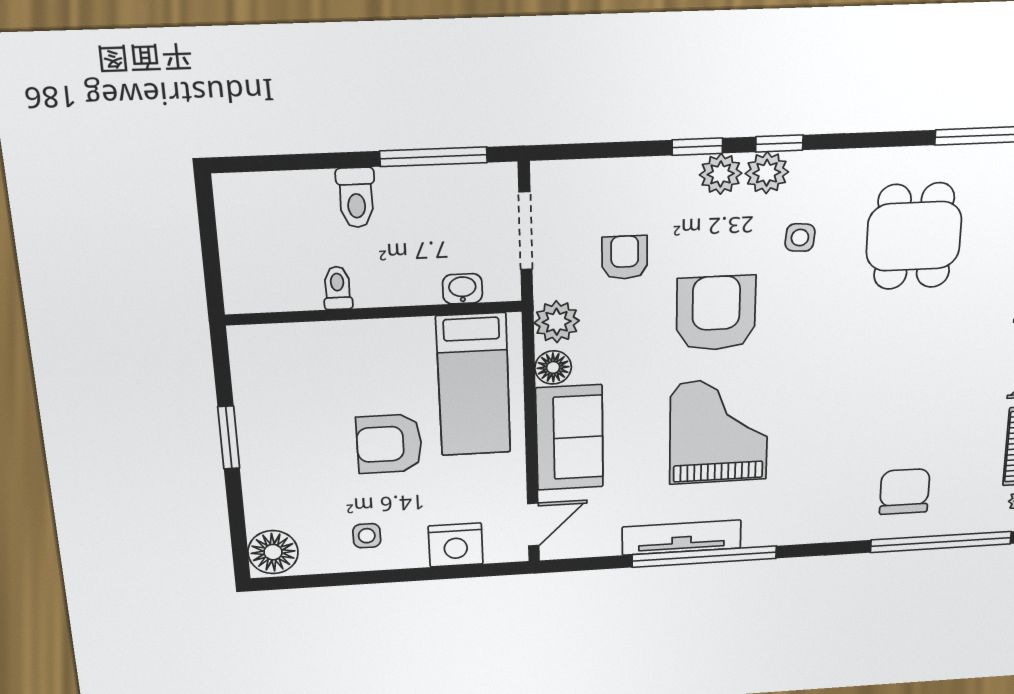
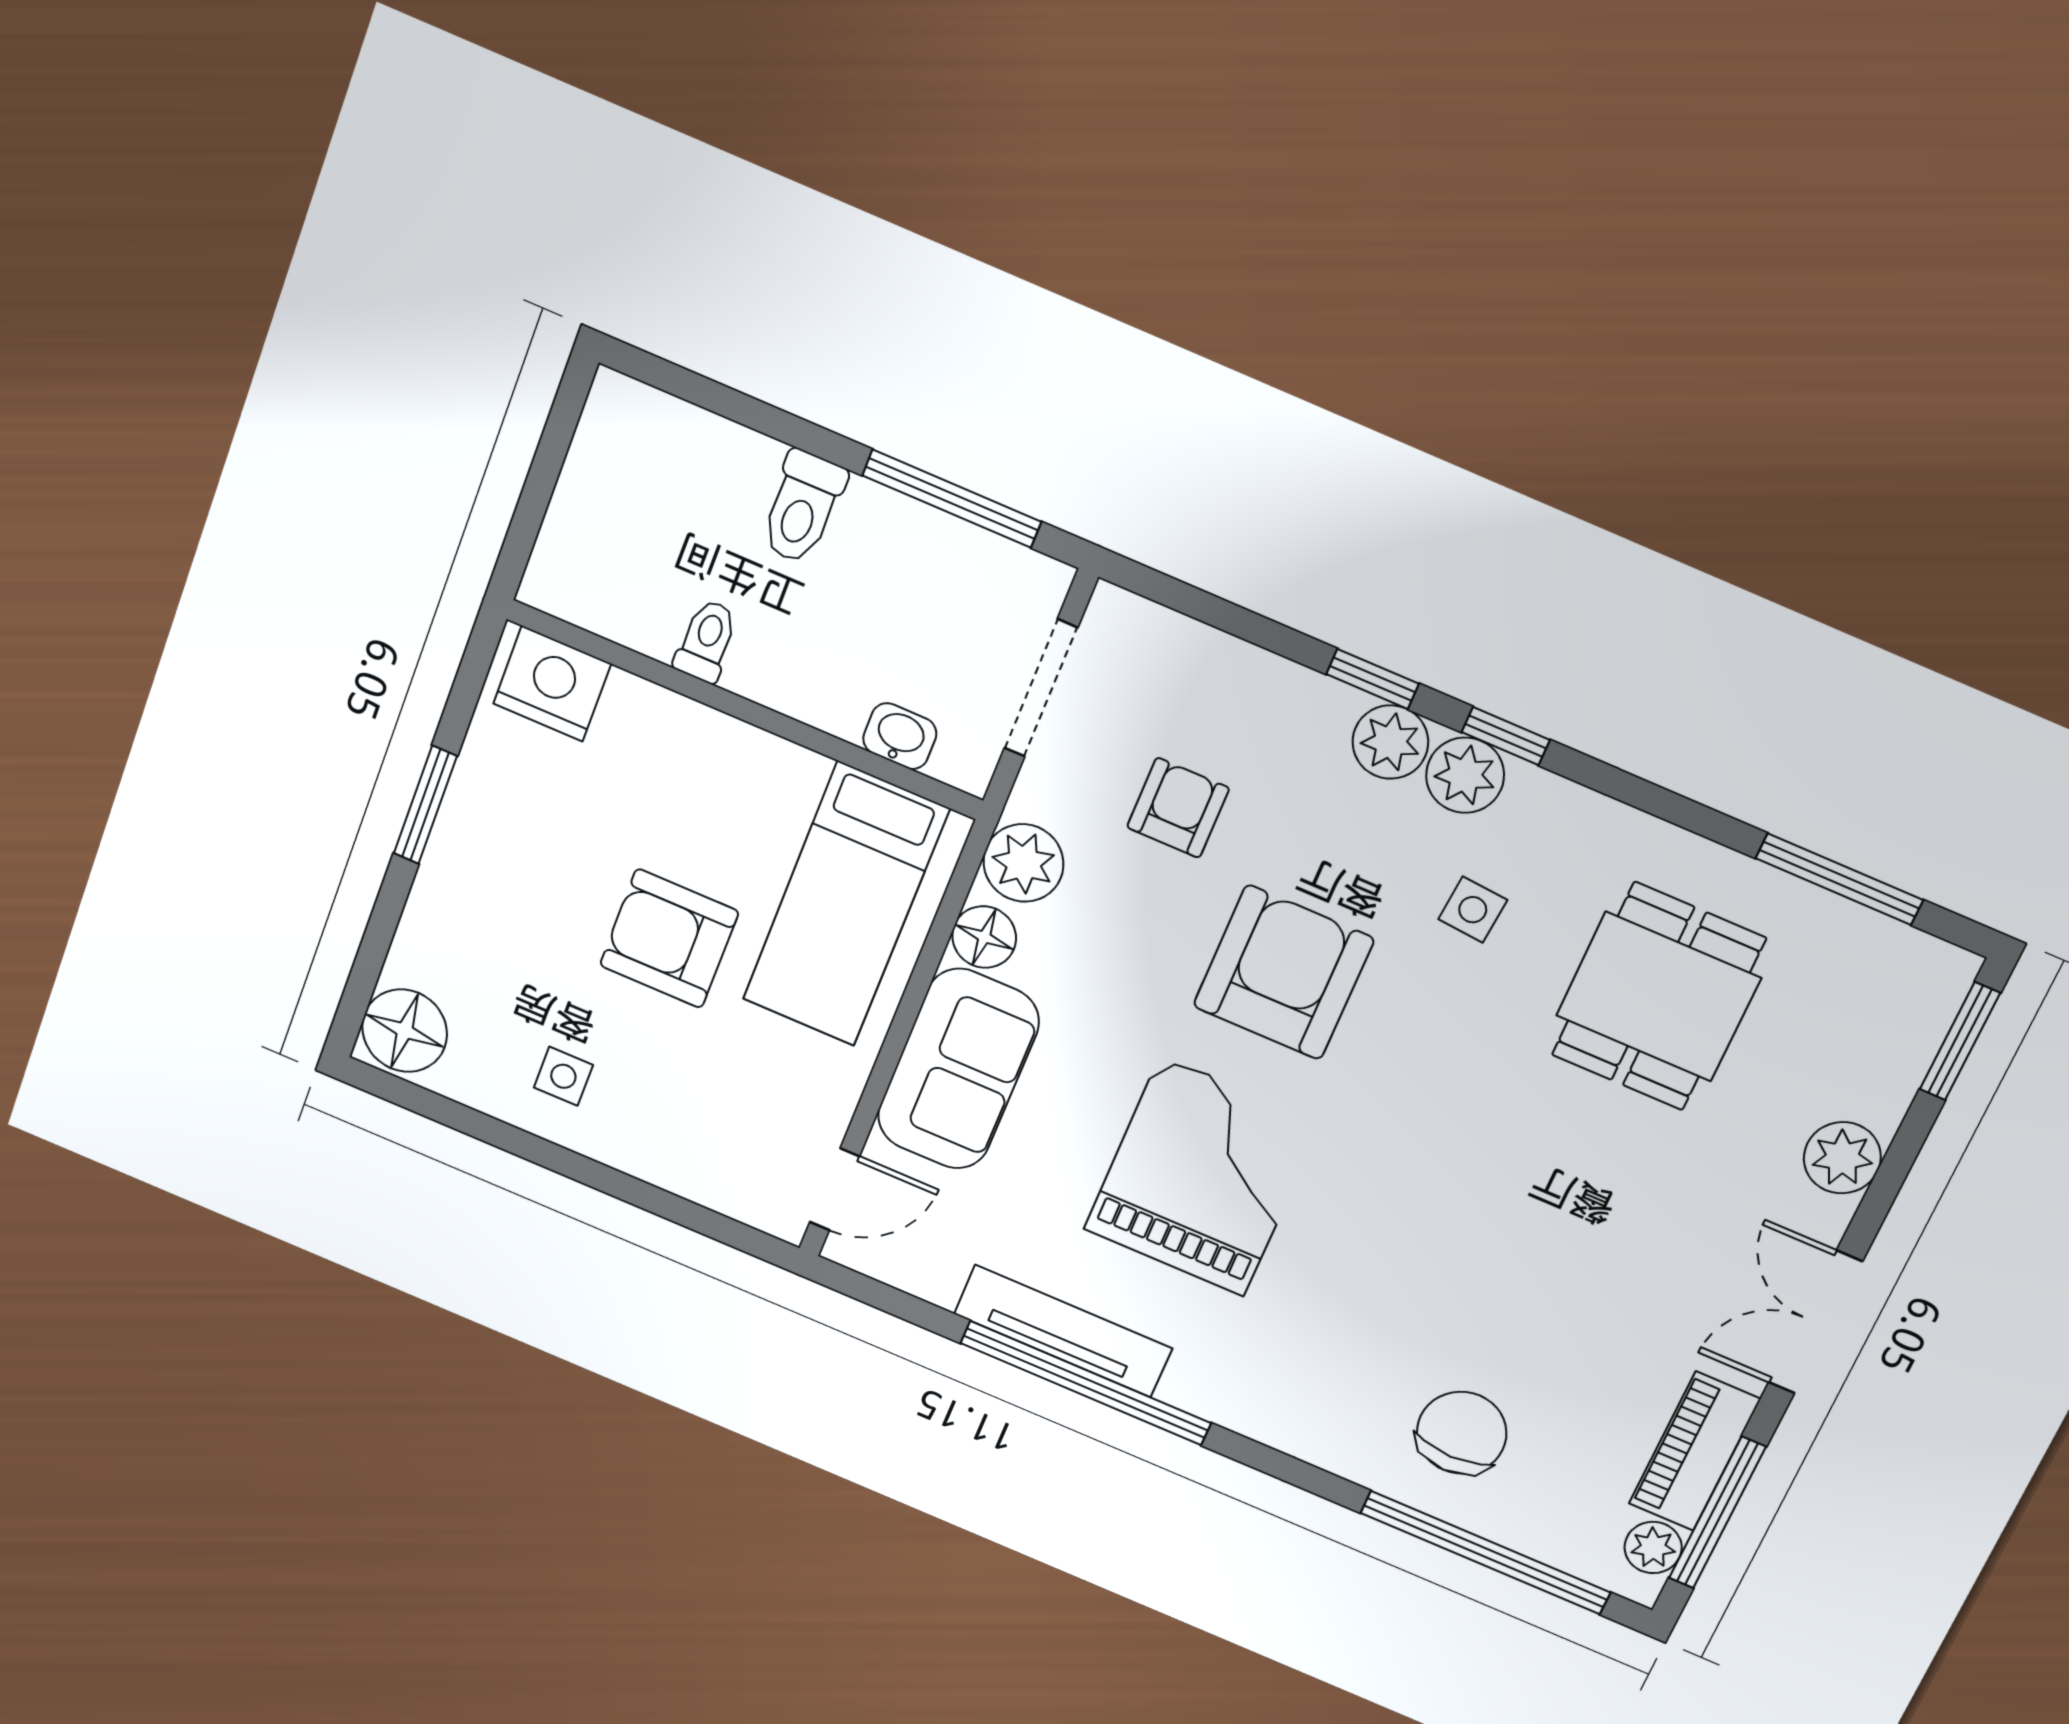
nightstand: (456, 545) -> (552, 684), moved, turned 180

